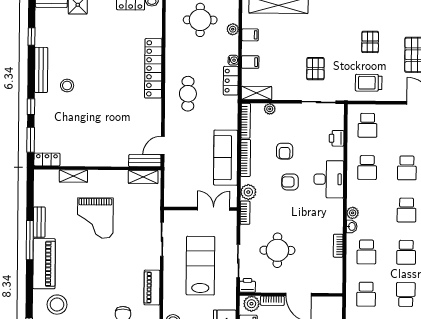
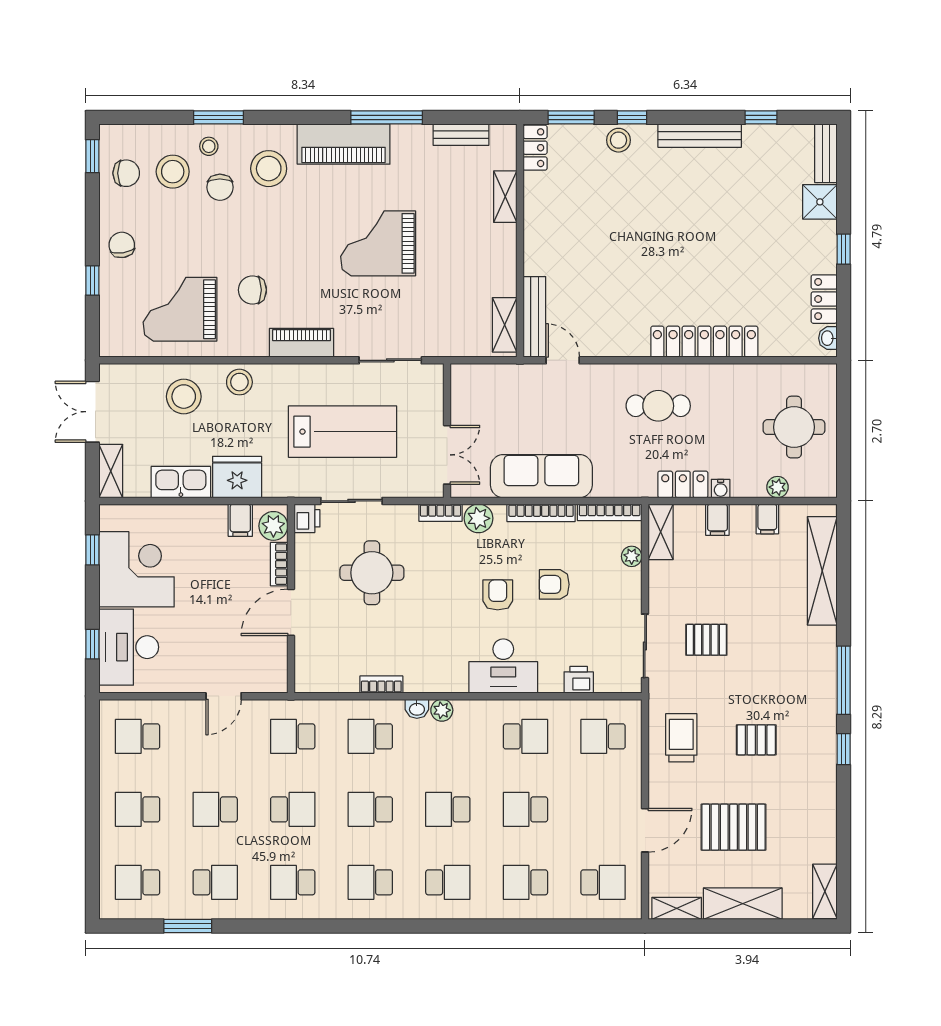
stool: (67, 86) -> (618, 140), moved
bench: (145, 161) -> (534, 317), width x1.36
school desk: (367, 168) -> (525, 736), turned 180
grand piano: (95, 218) -> (378, 243), moved
bench: (39, 222) -> (461, 135), moved

